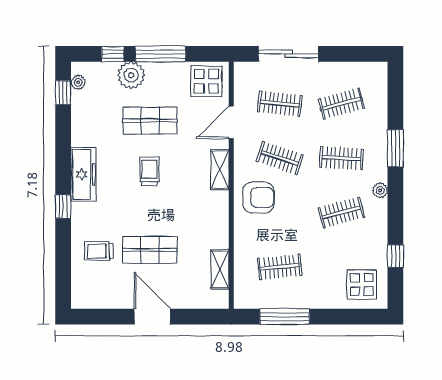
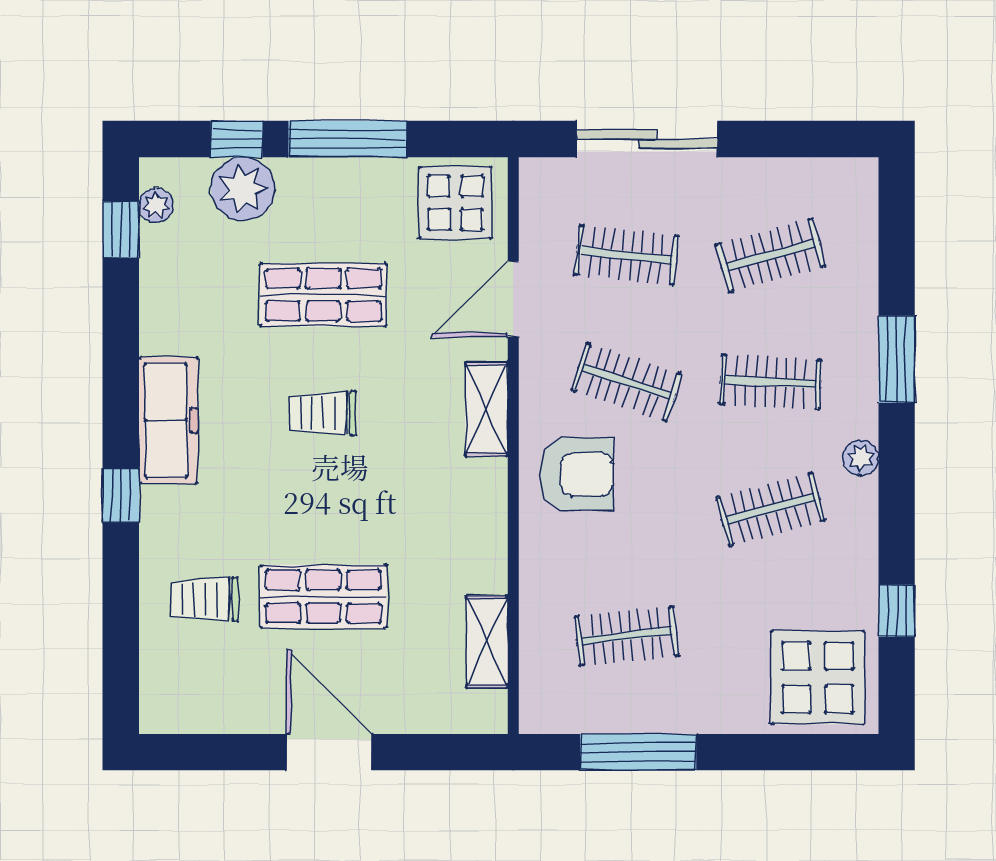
plant: (131, 75) -> (243, 189), moved
trolley: (149, 171) -> (322, 413), turned -90
display table: (362, 285) -> (818, 678), width x1.36, depth x1.36

